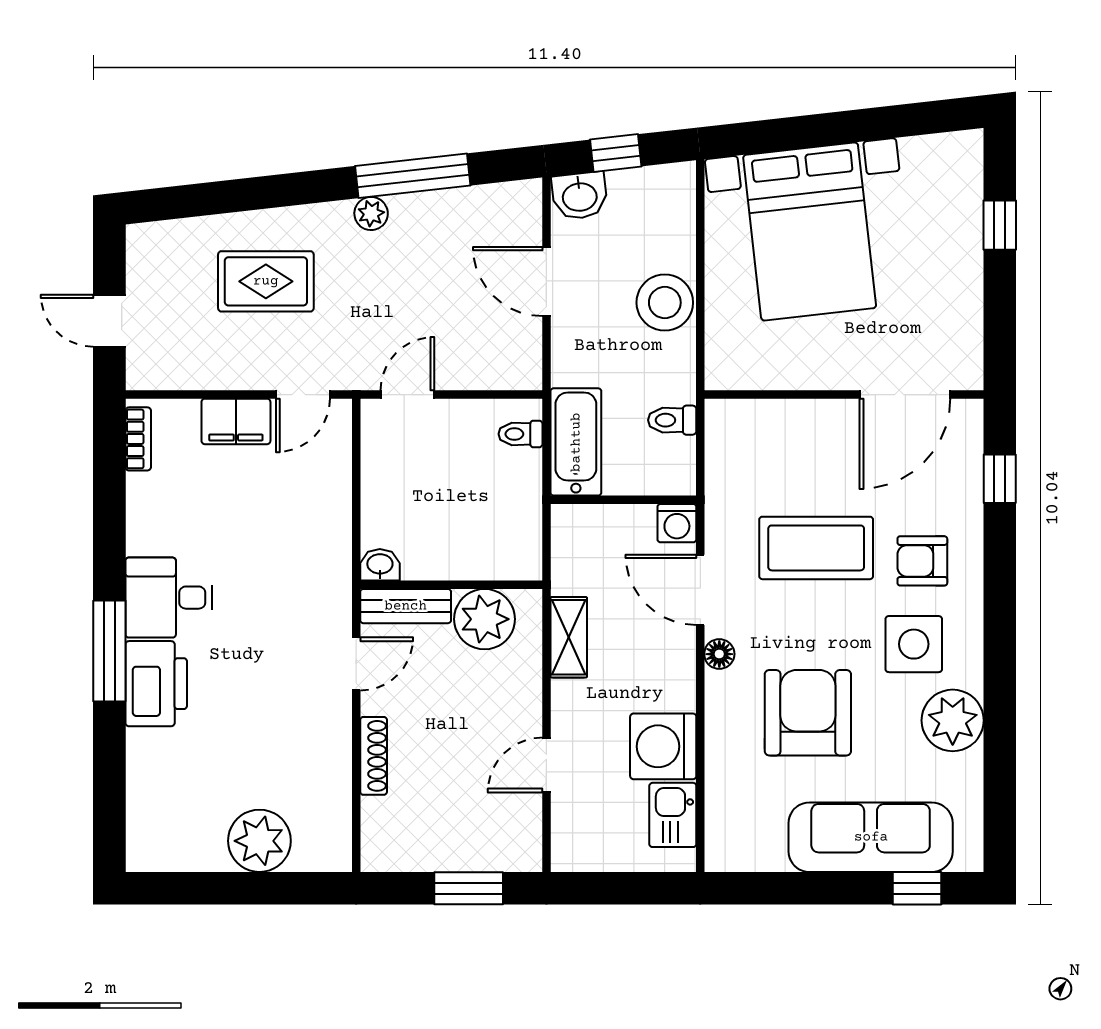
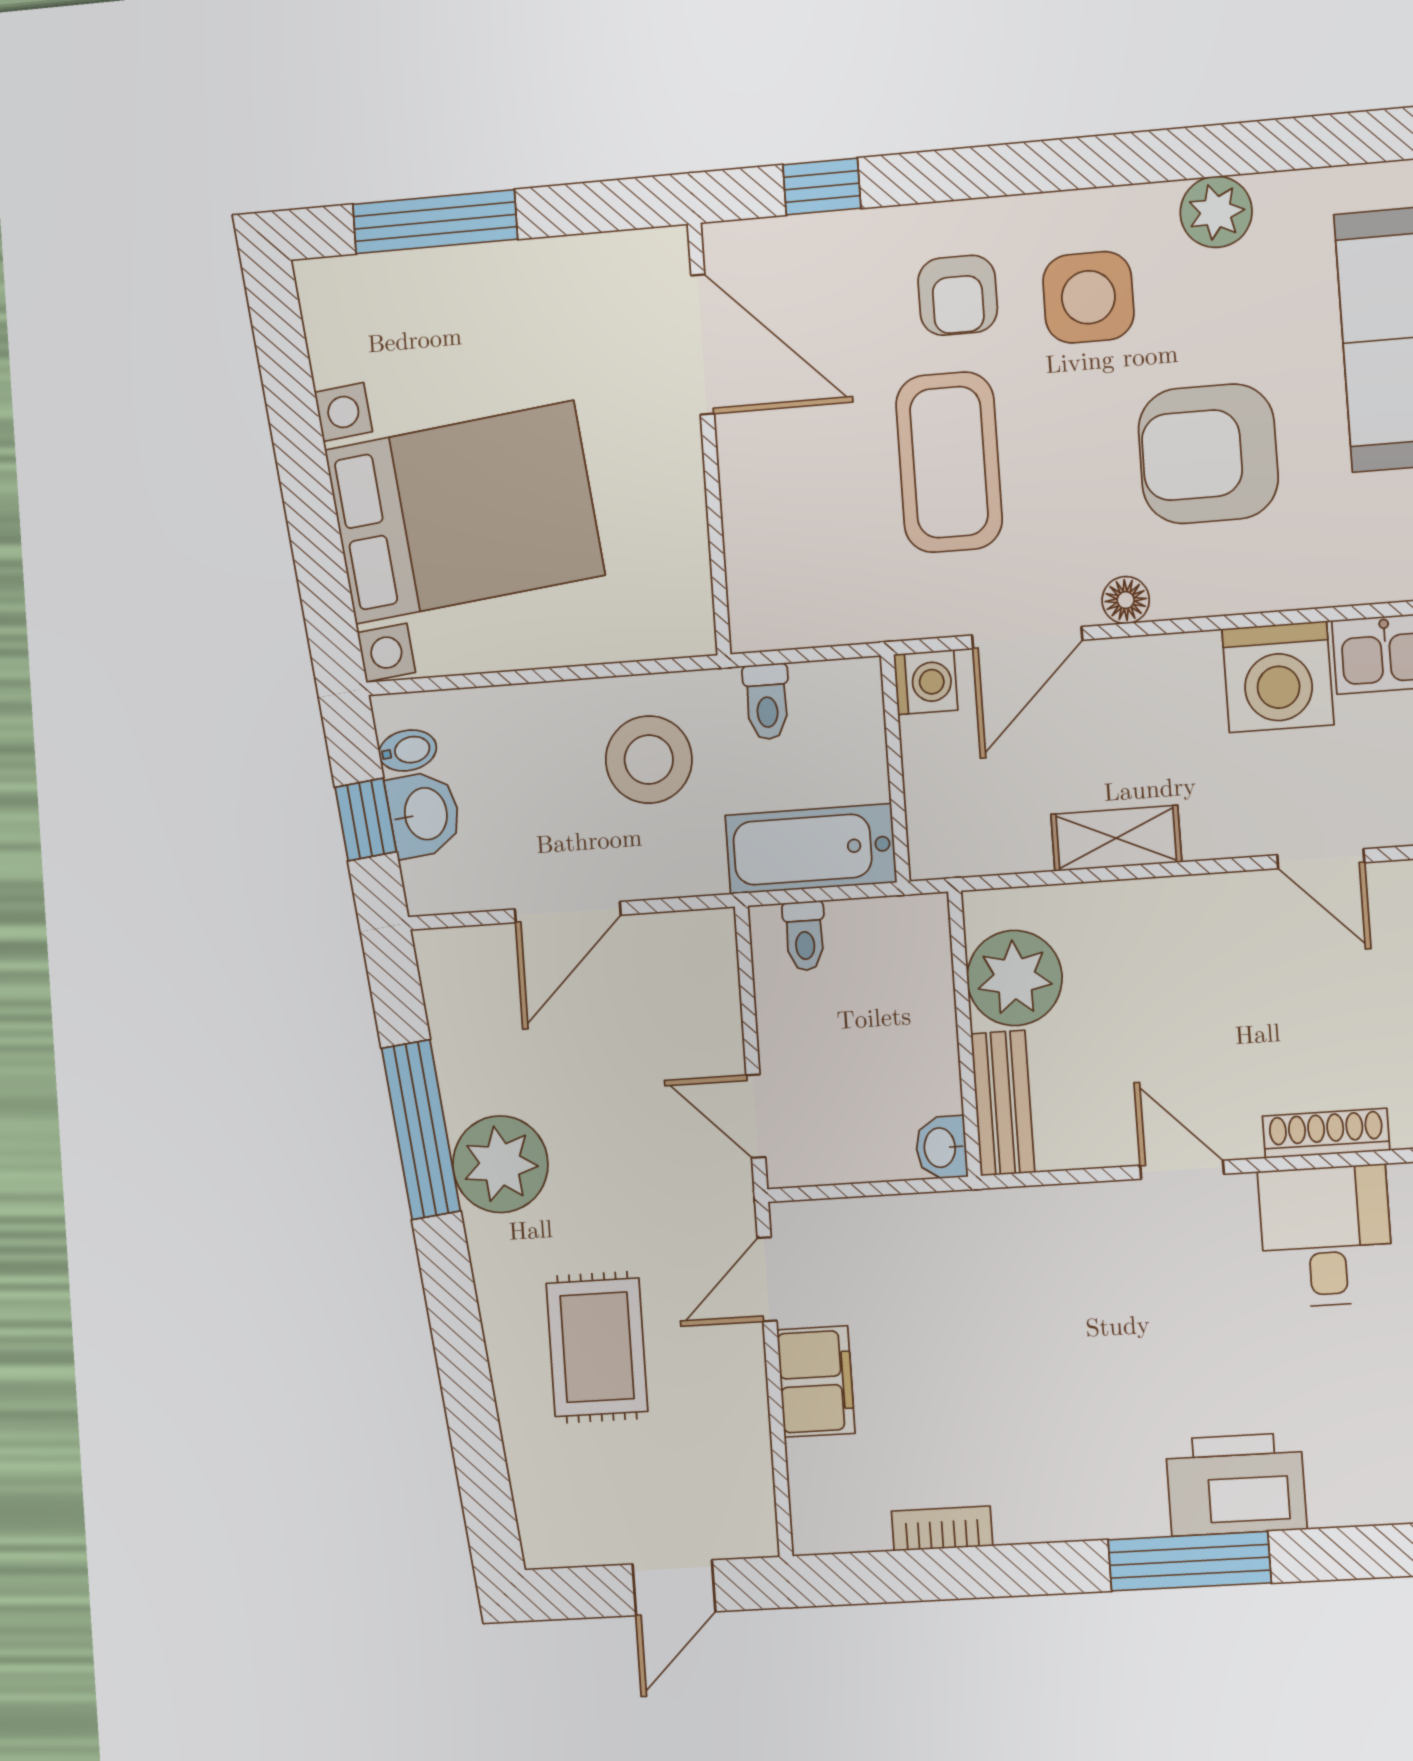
bidet: (658, 184) -> (408, 750), added
washbasin: (580, 196) -> (424, 814), moved
plant: (371, 214) -> (500, 1164), width x1.87, depth x1.87
window: (1000, 225) -> (435, 222), width x2.17
stool: (665, 303) -> (649, 760), moved
door: (303, 395) -> (767, 1279), swing flipped
bookcase: (138, 439) -> (942, 1528), moved
washbasin: (380, 565) -> (941, 1148), moved
wall: (451, 585) -> (964, 1034), moved
desk: (169, 598) -> (1326, 1236), moved, turned 180
bench: (406, 606) -> (1003, 1103), moved
plant: (485, 619) -> (1015, 978), moved
plant: (953, 720) -> (1216, 212), width x0.73, depth x0.73

